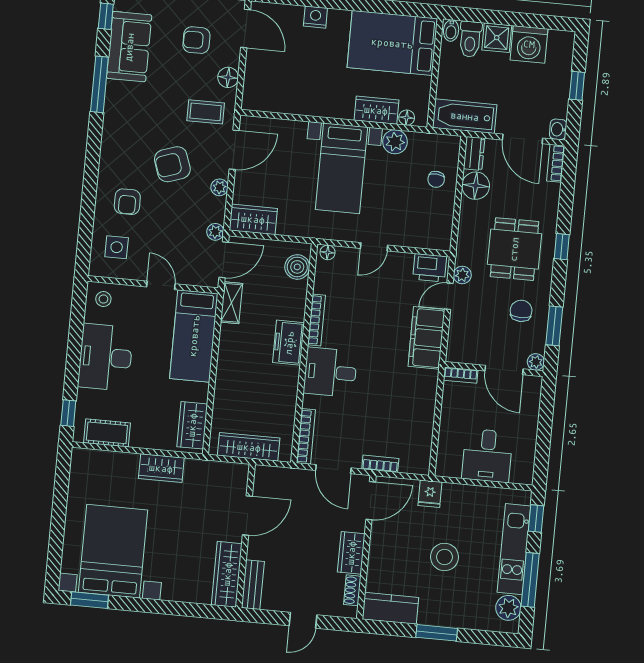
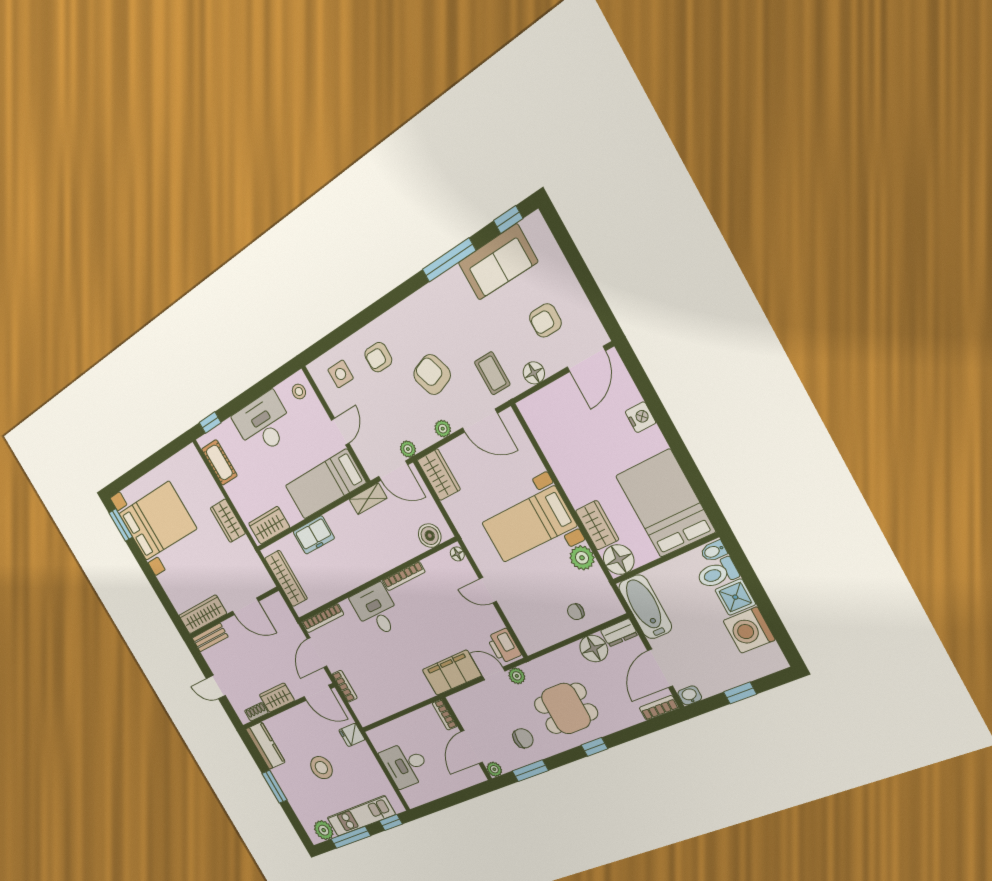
armchair: (196, 40) -> (545, 320), turned -90
floor lamp: (407, 118) -> (619, 560), width x1.89, depth x1.89
freezer: (289, 343) -> (314, 535), moved, turned 180

